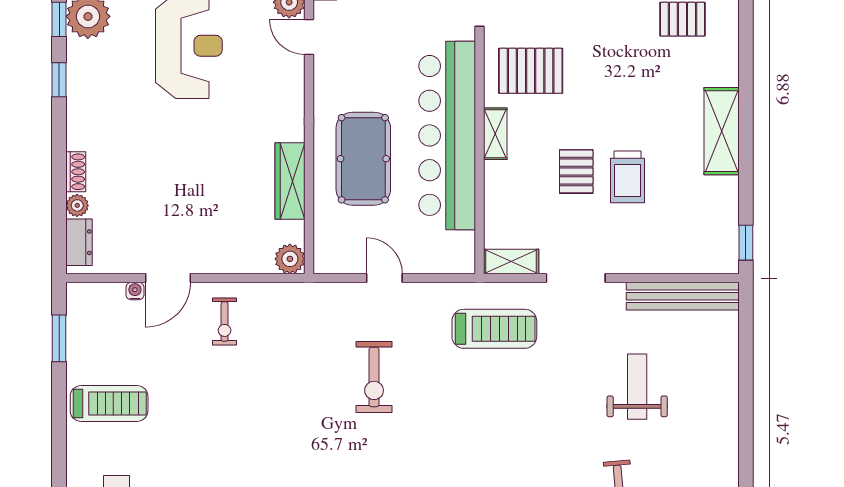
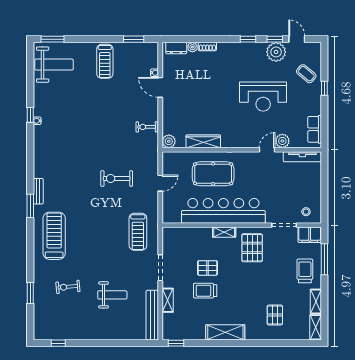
shelving: (511, 262) -> (168, 300), moved
exercise bike: (225, 322) -> (147, 127), moved

